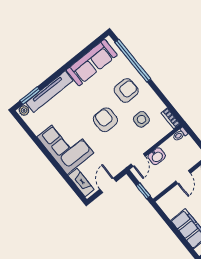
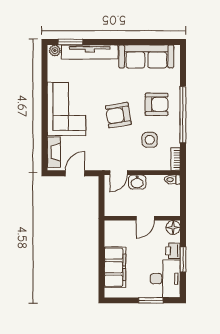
window: (133, 61) -> (183, 115), moved
armchair: (105, 120) -> (118, 115), turned -99
window: (143, 191) -> (102, 202), removed

